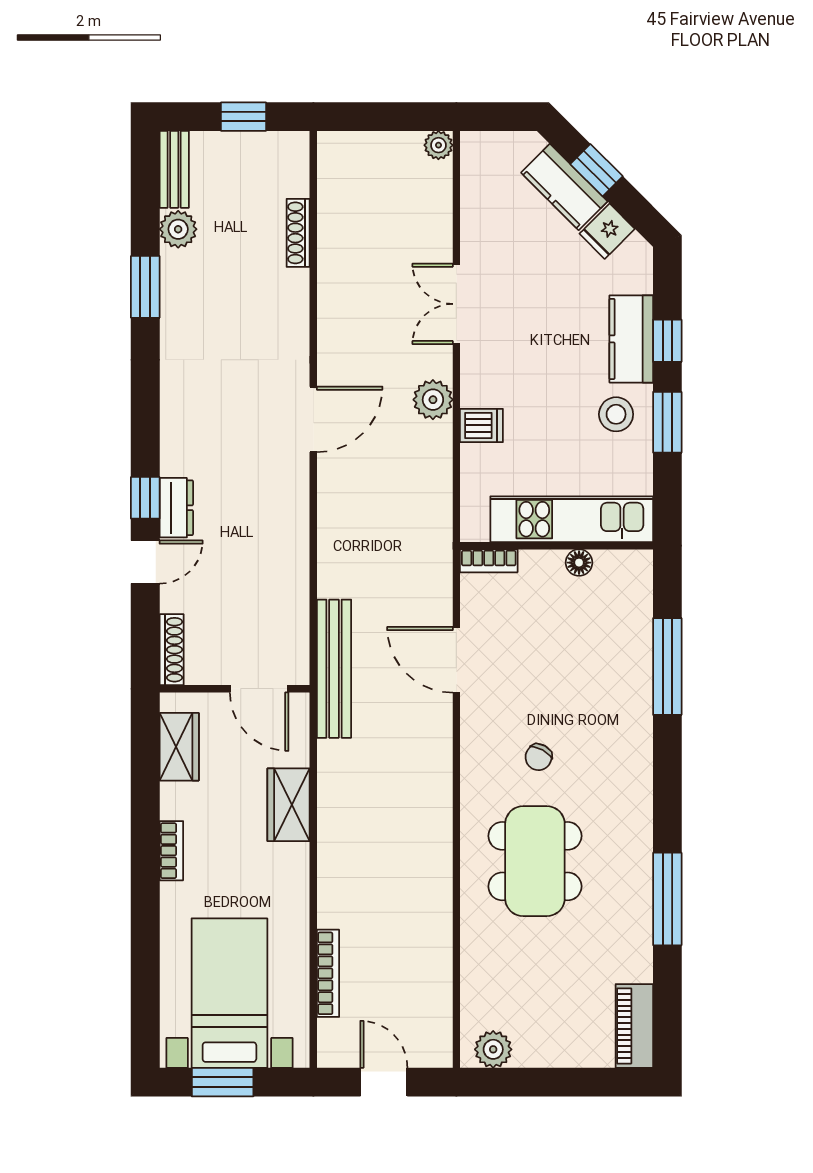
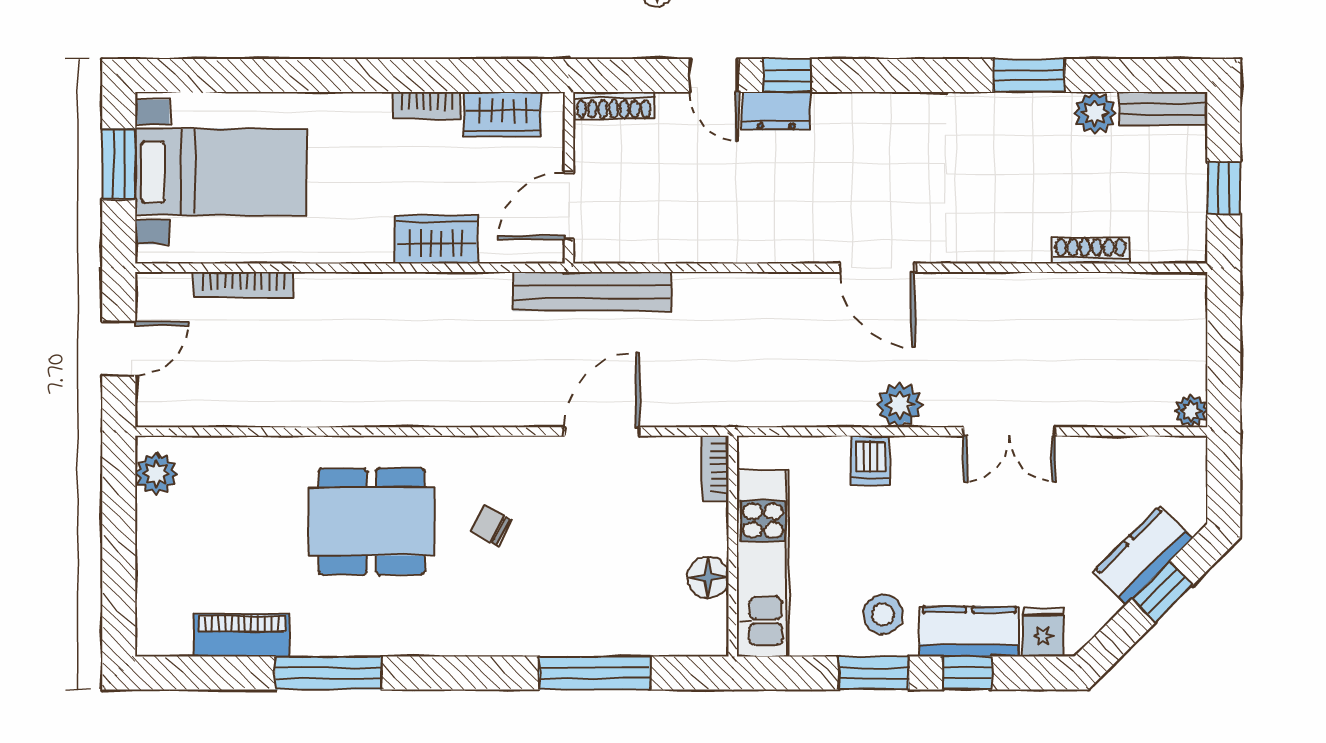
fridge: (607, 231) -> (1043, 632), moved, turned 45
double door: (456, 304) -> (1009, 431), swing flipped
floor lamp: (579, 563) -> (708, 578), width x1.37, depth x1.37
bookcase: (171, 851) -> (427, 105), moved
piano: (634, 1026) -> (242, 635), moved

